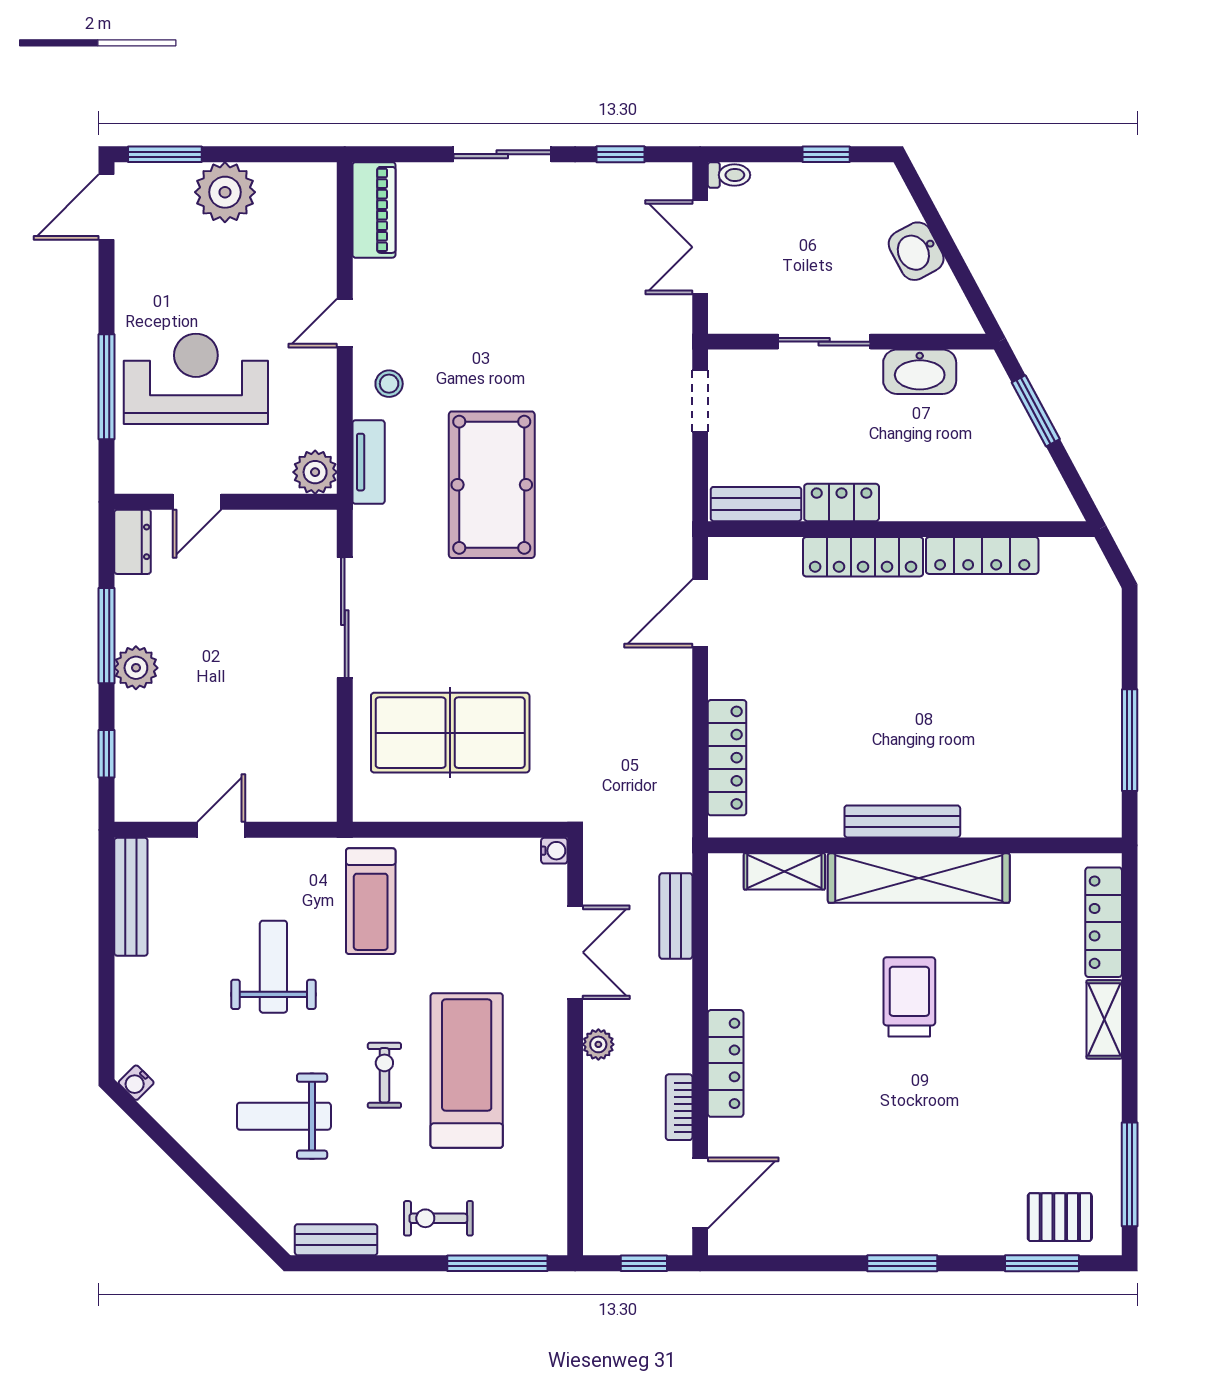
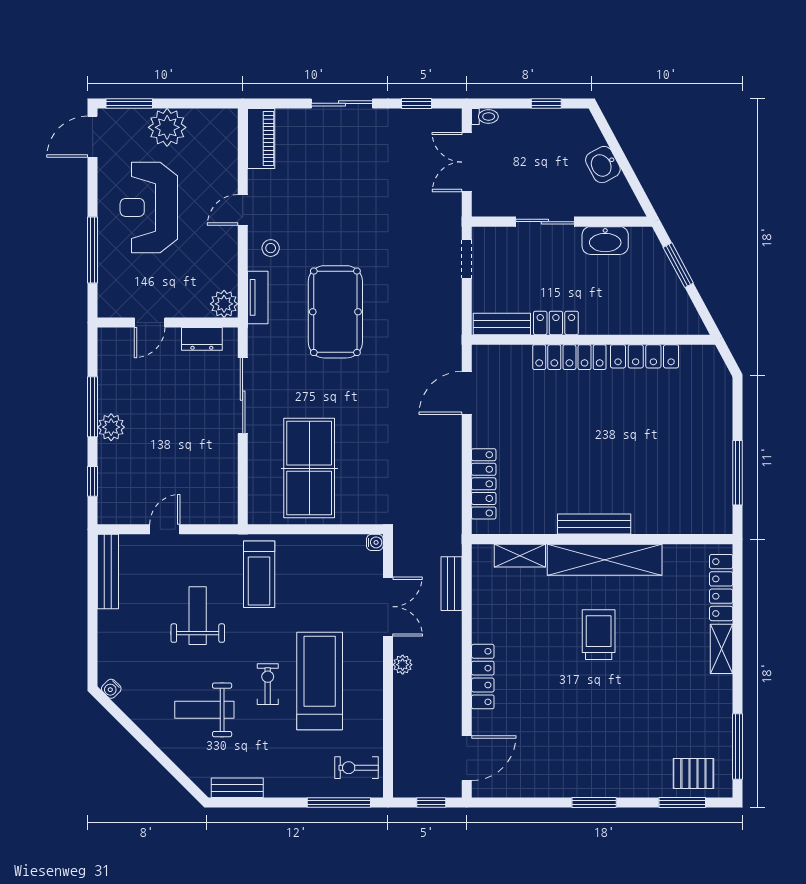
reception desk: (196, 379) -> (149, 207), moved, turned -90
dresser: (133, 542) -> (202, 339), moved, turned 90
table tennis table: (450, 733) -> (309, 468), turned 90
bookcase: (679, 1107) -> (453, 704), removed
exercise bike: (438, 1218) -> (356, 768), moved

